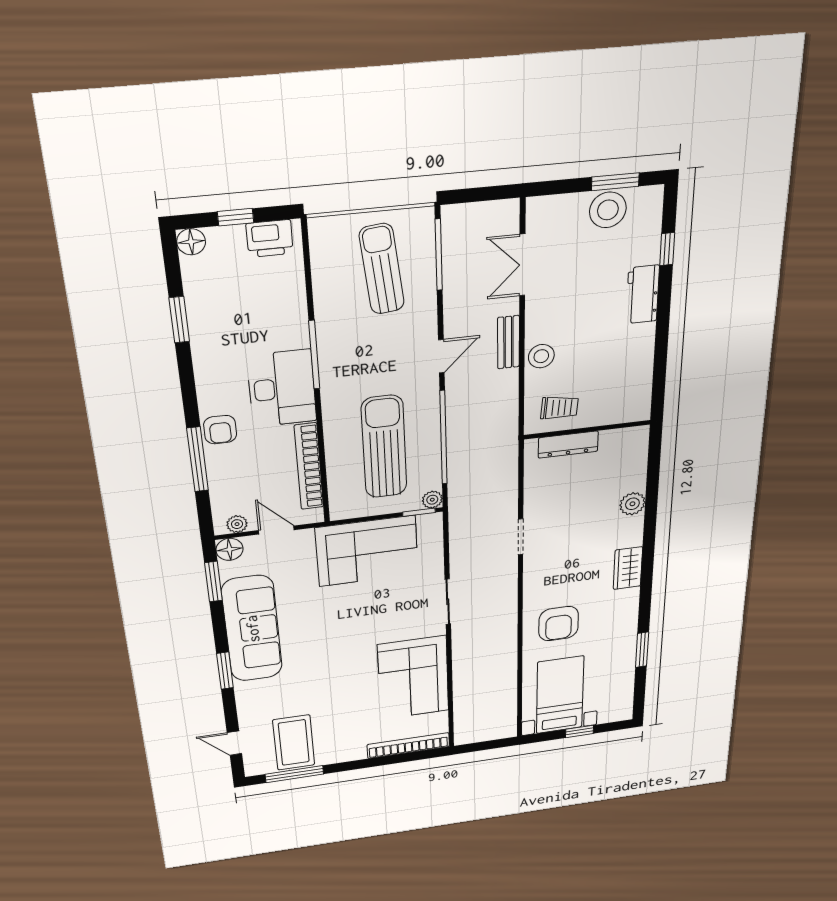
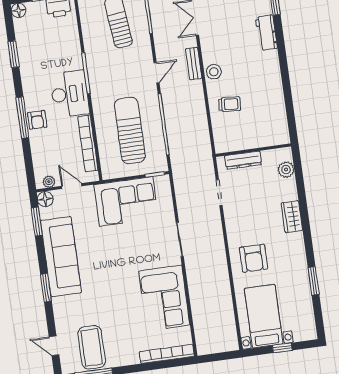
wall: (587, 430) -> (253, 150), moved
dresser: (568, 445) -> (243, 160), moved
window: (197, 459) -> (22, 117), moved
plant: (432, 500) -> (162, 166), removed

